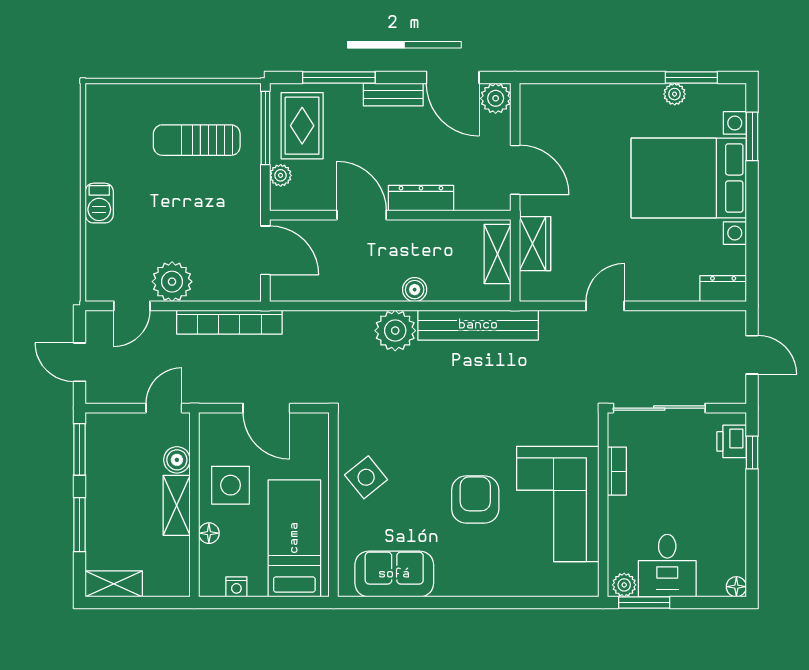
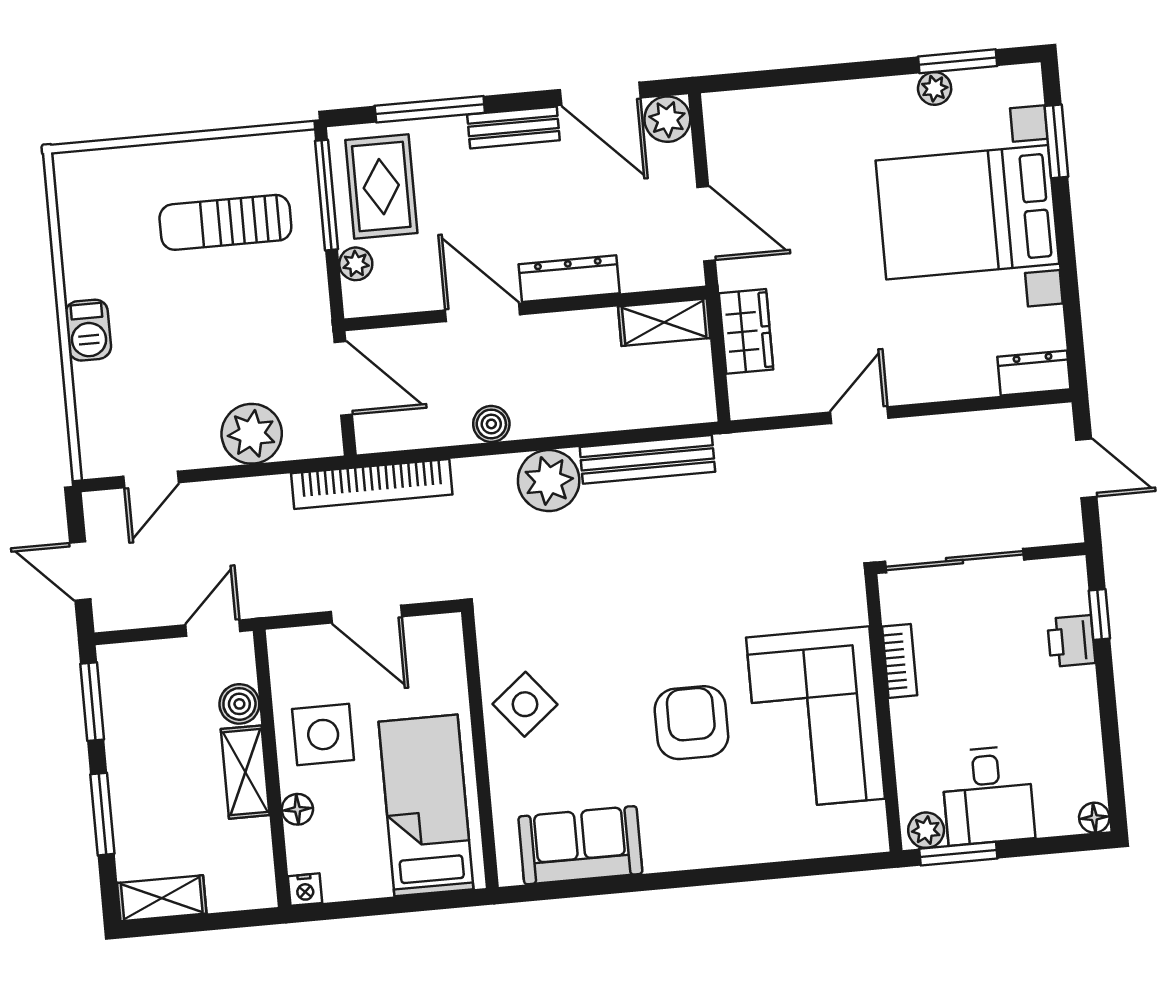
shelving: (498, 254) -> (664, 322), moved, turned 90
plant: (172, 282) -> (252, 434), moved
boiler: (415, 290) -> (491, 424), moved
bookcase: (229, 322) -> (372, 484), moved
bench: (478, 325) -> (647, 459), width x0.73, depth x0.82
printer: (732, 441) -> (1071, 641), moved
nightstand: (236, 587) -> (305, 890), moved

